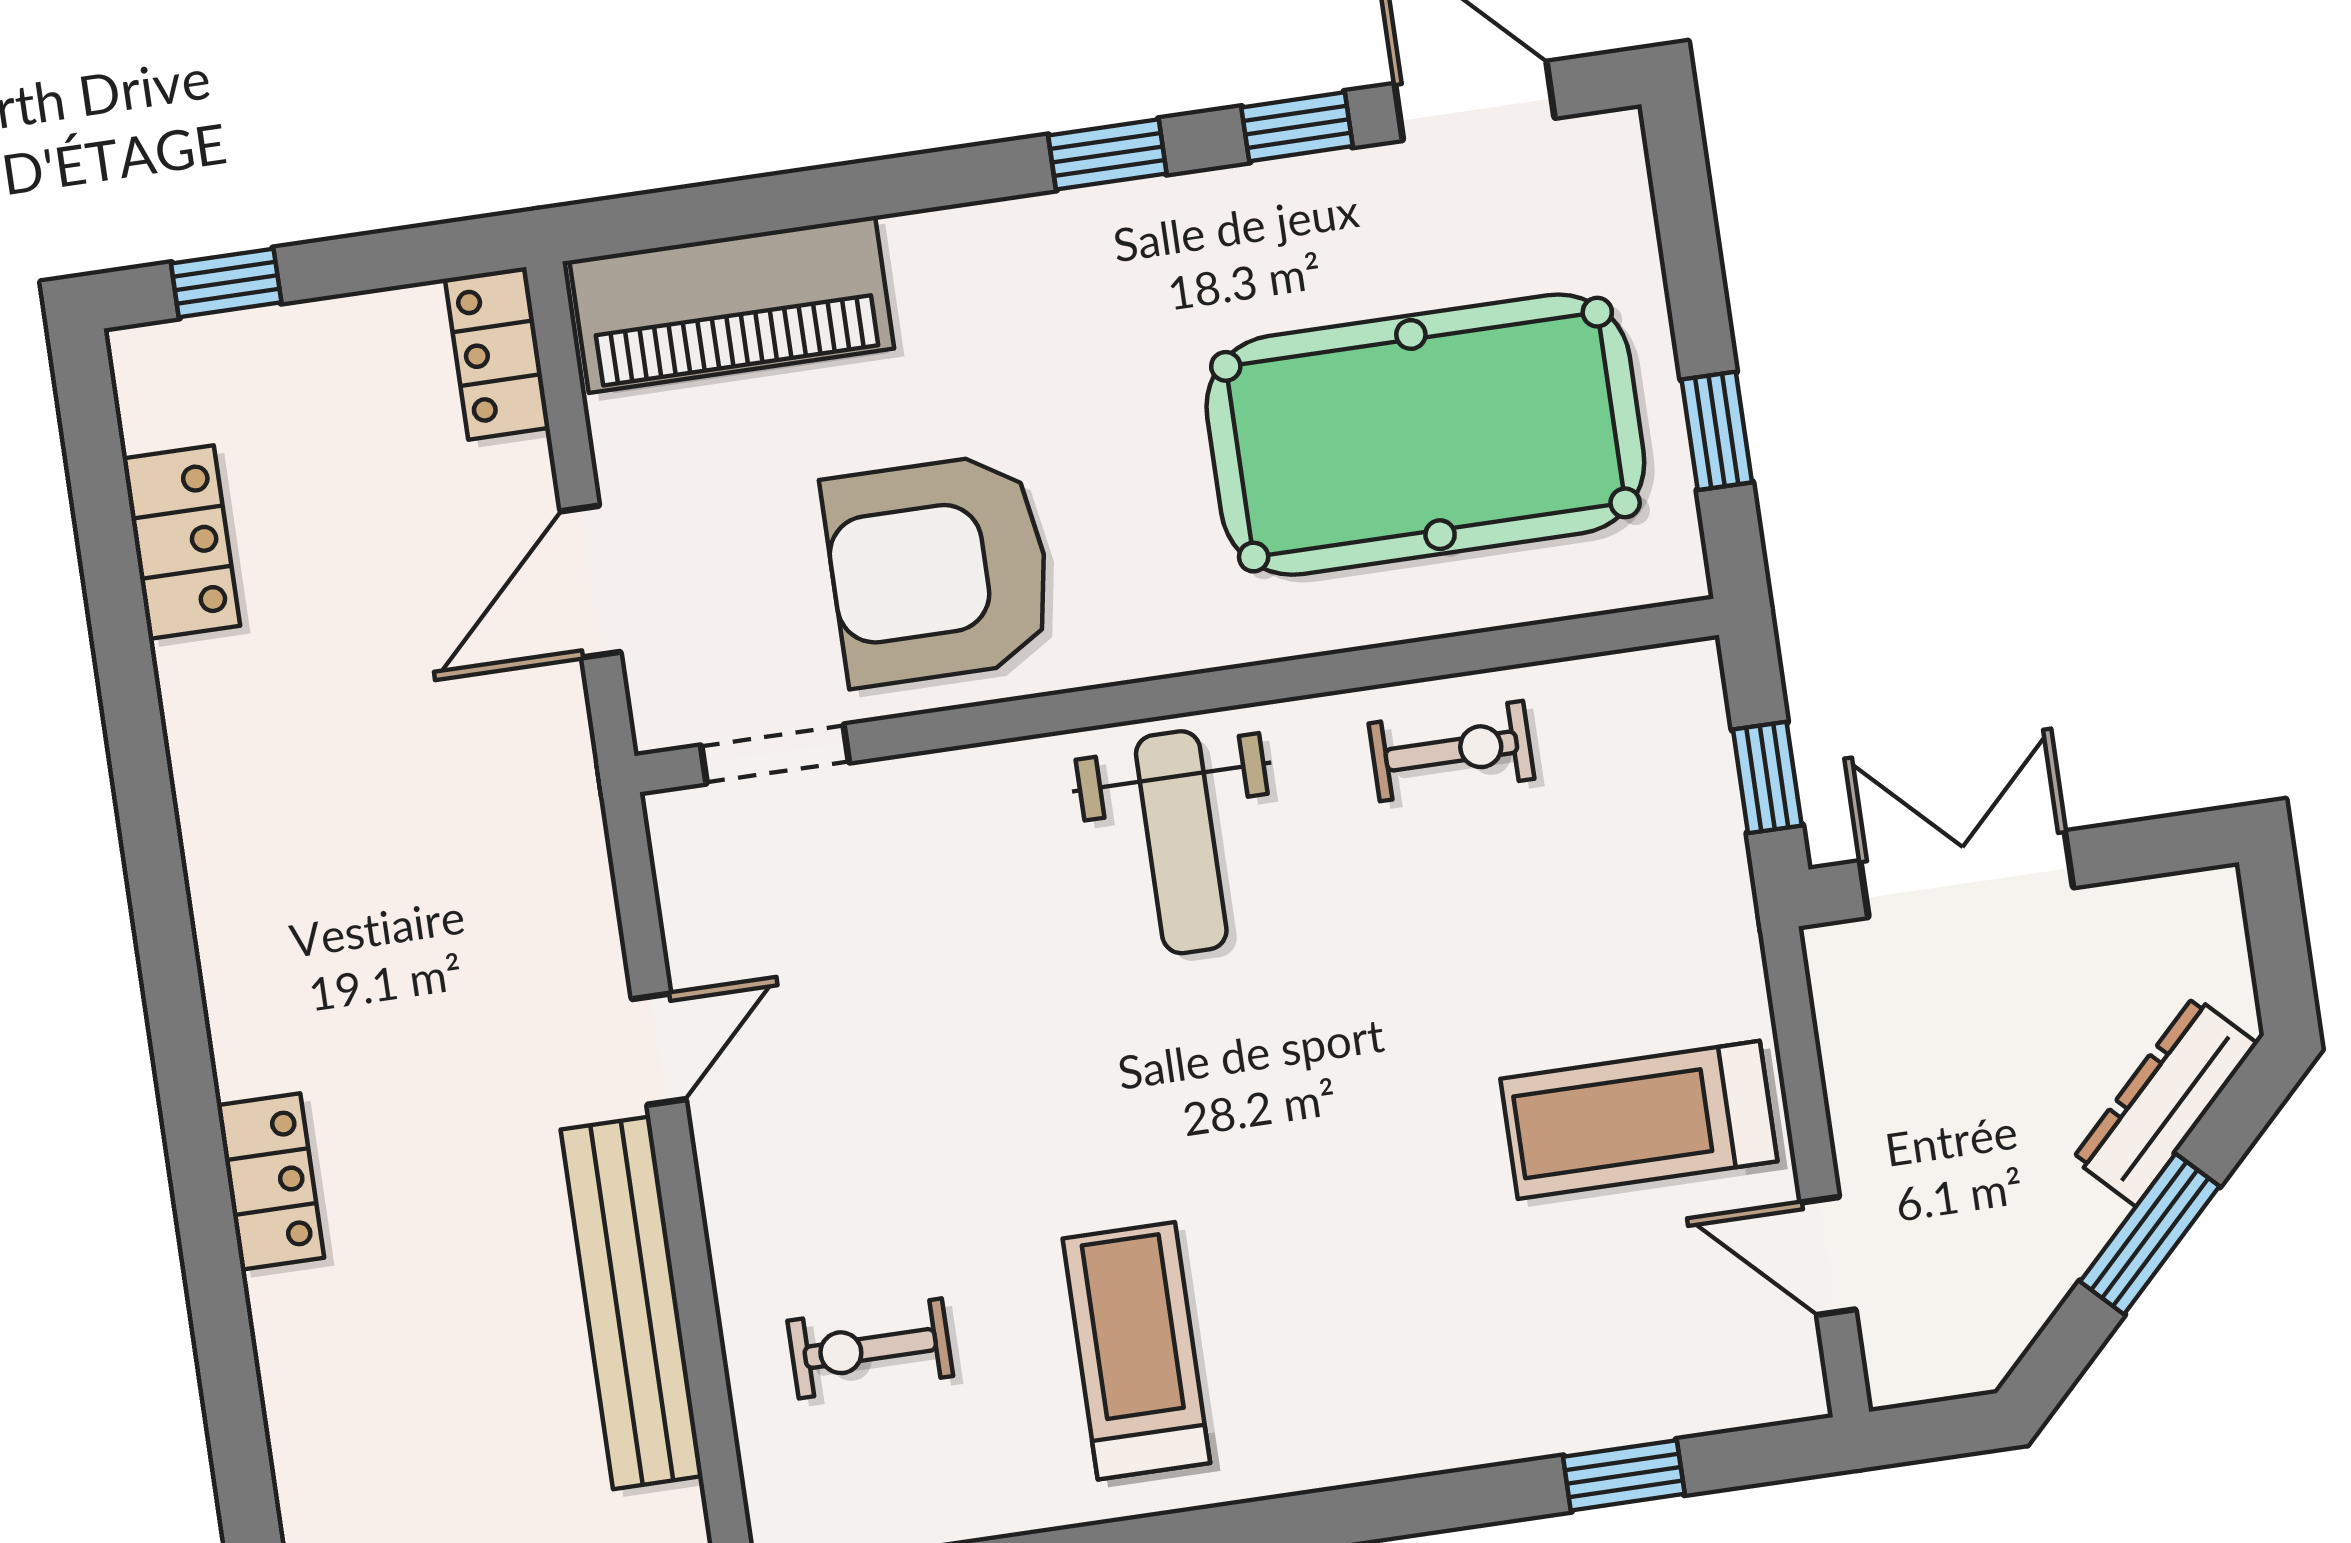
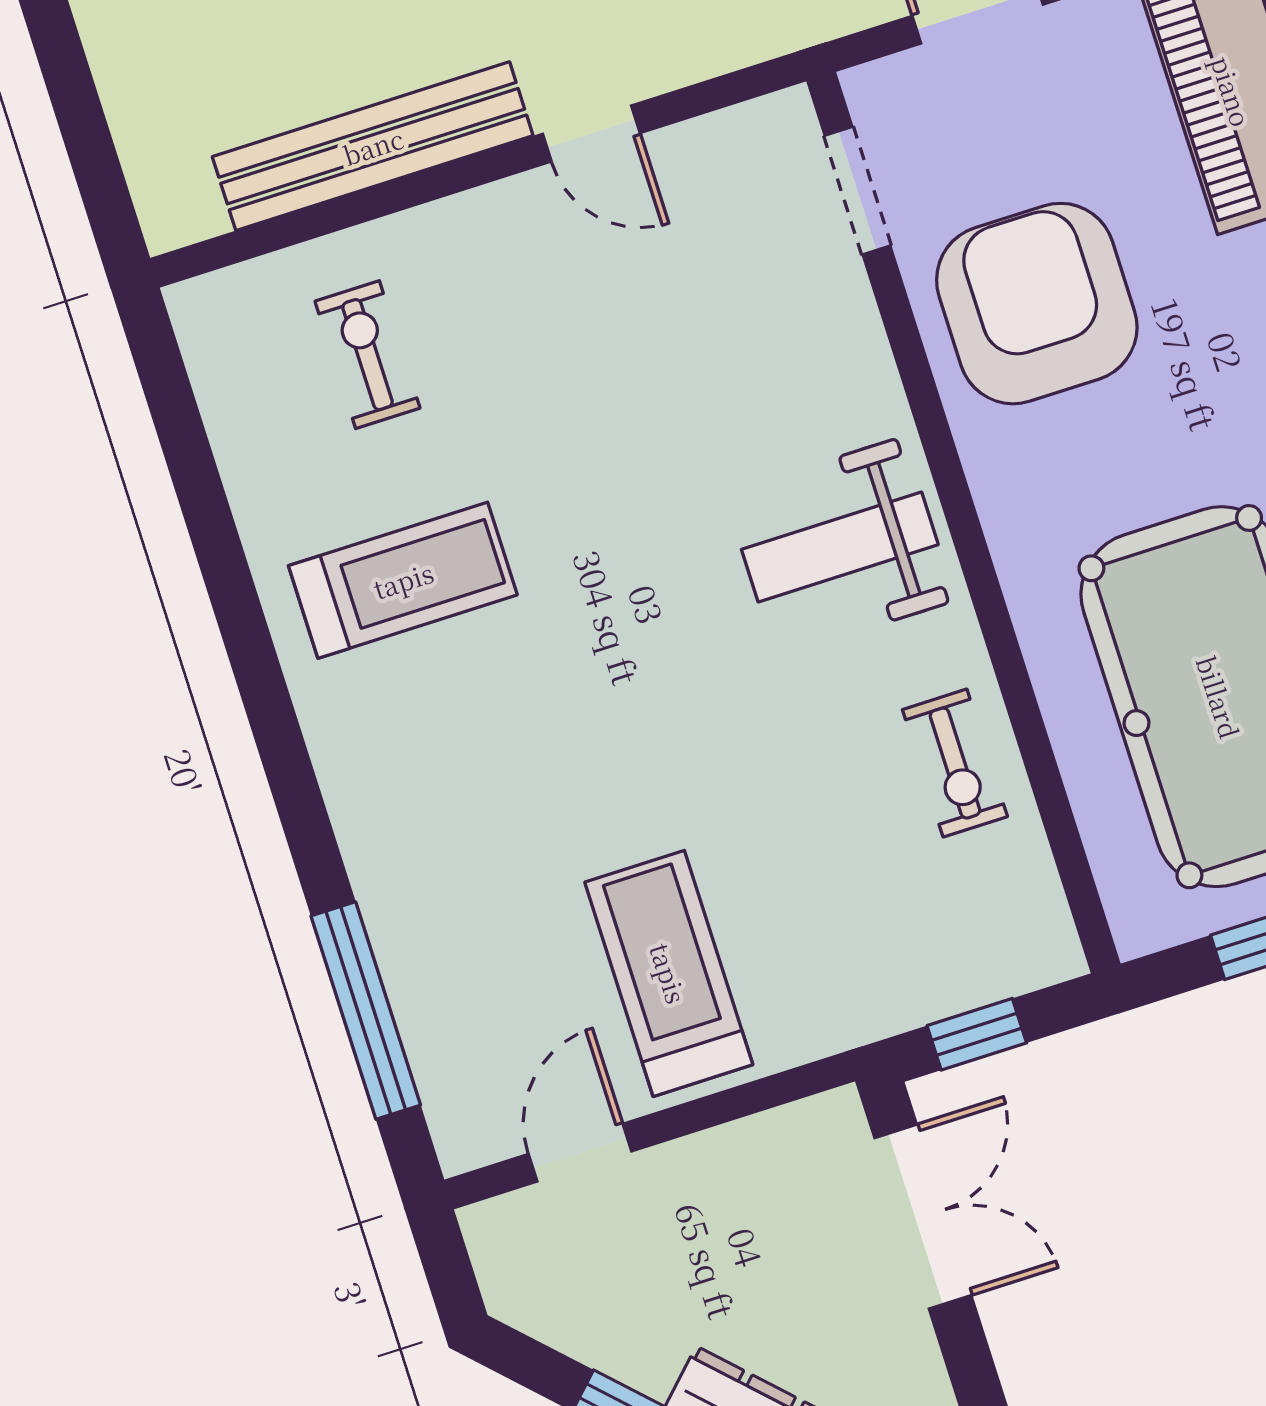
window: (1624, 1475) -> (366, 1011), width x2.17

